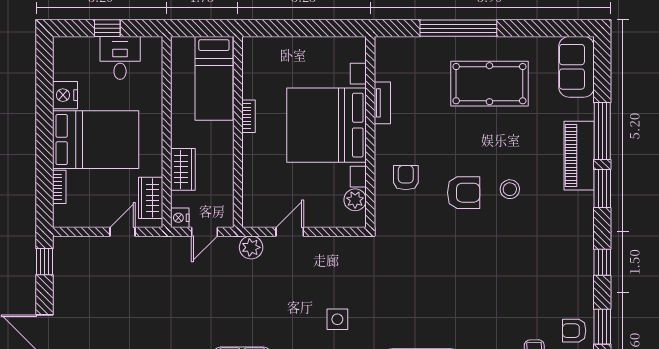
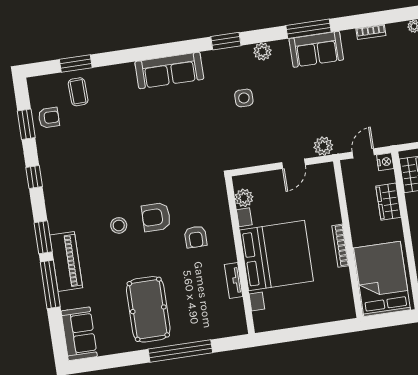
bed: (214, 78) -> (382, 279), width x1.50
pool table: (489, 84) -> (148, 309), turned 90
bookcase: (248, 116) -> (340, 246), width x1.56
armchair: (406, 178) -> (196, 237), moved

